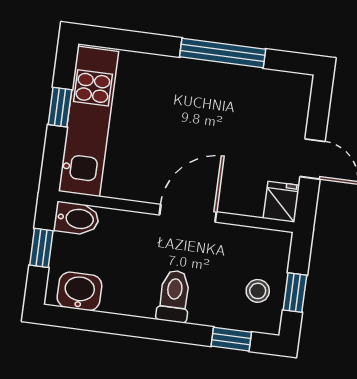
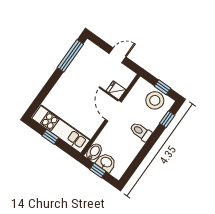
window: (223, 53) -> (70, 56), moved
fridge: (281, 202) -> (116, 90), moved
washbasin: (79, 291) -> (106, 162), moved, turned 90
stool: (258, 291) -> (155, 100), width x1.89, depth x1.89

